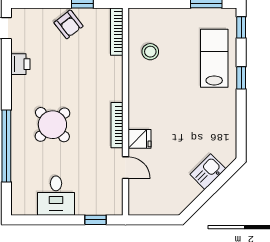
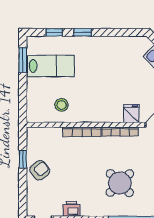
window: (241, 27) -> (54, 32), moved
bookcase: (117, 32) -> (82, 132), moved
lab bench: (214, 58) -> (51, 66), moved, turned 180

